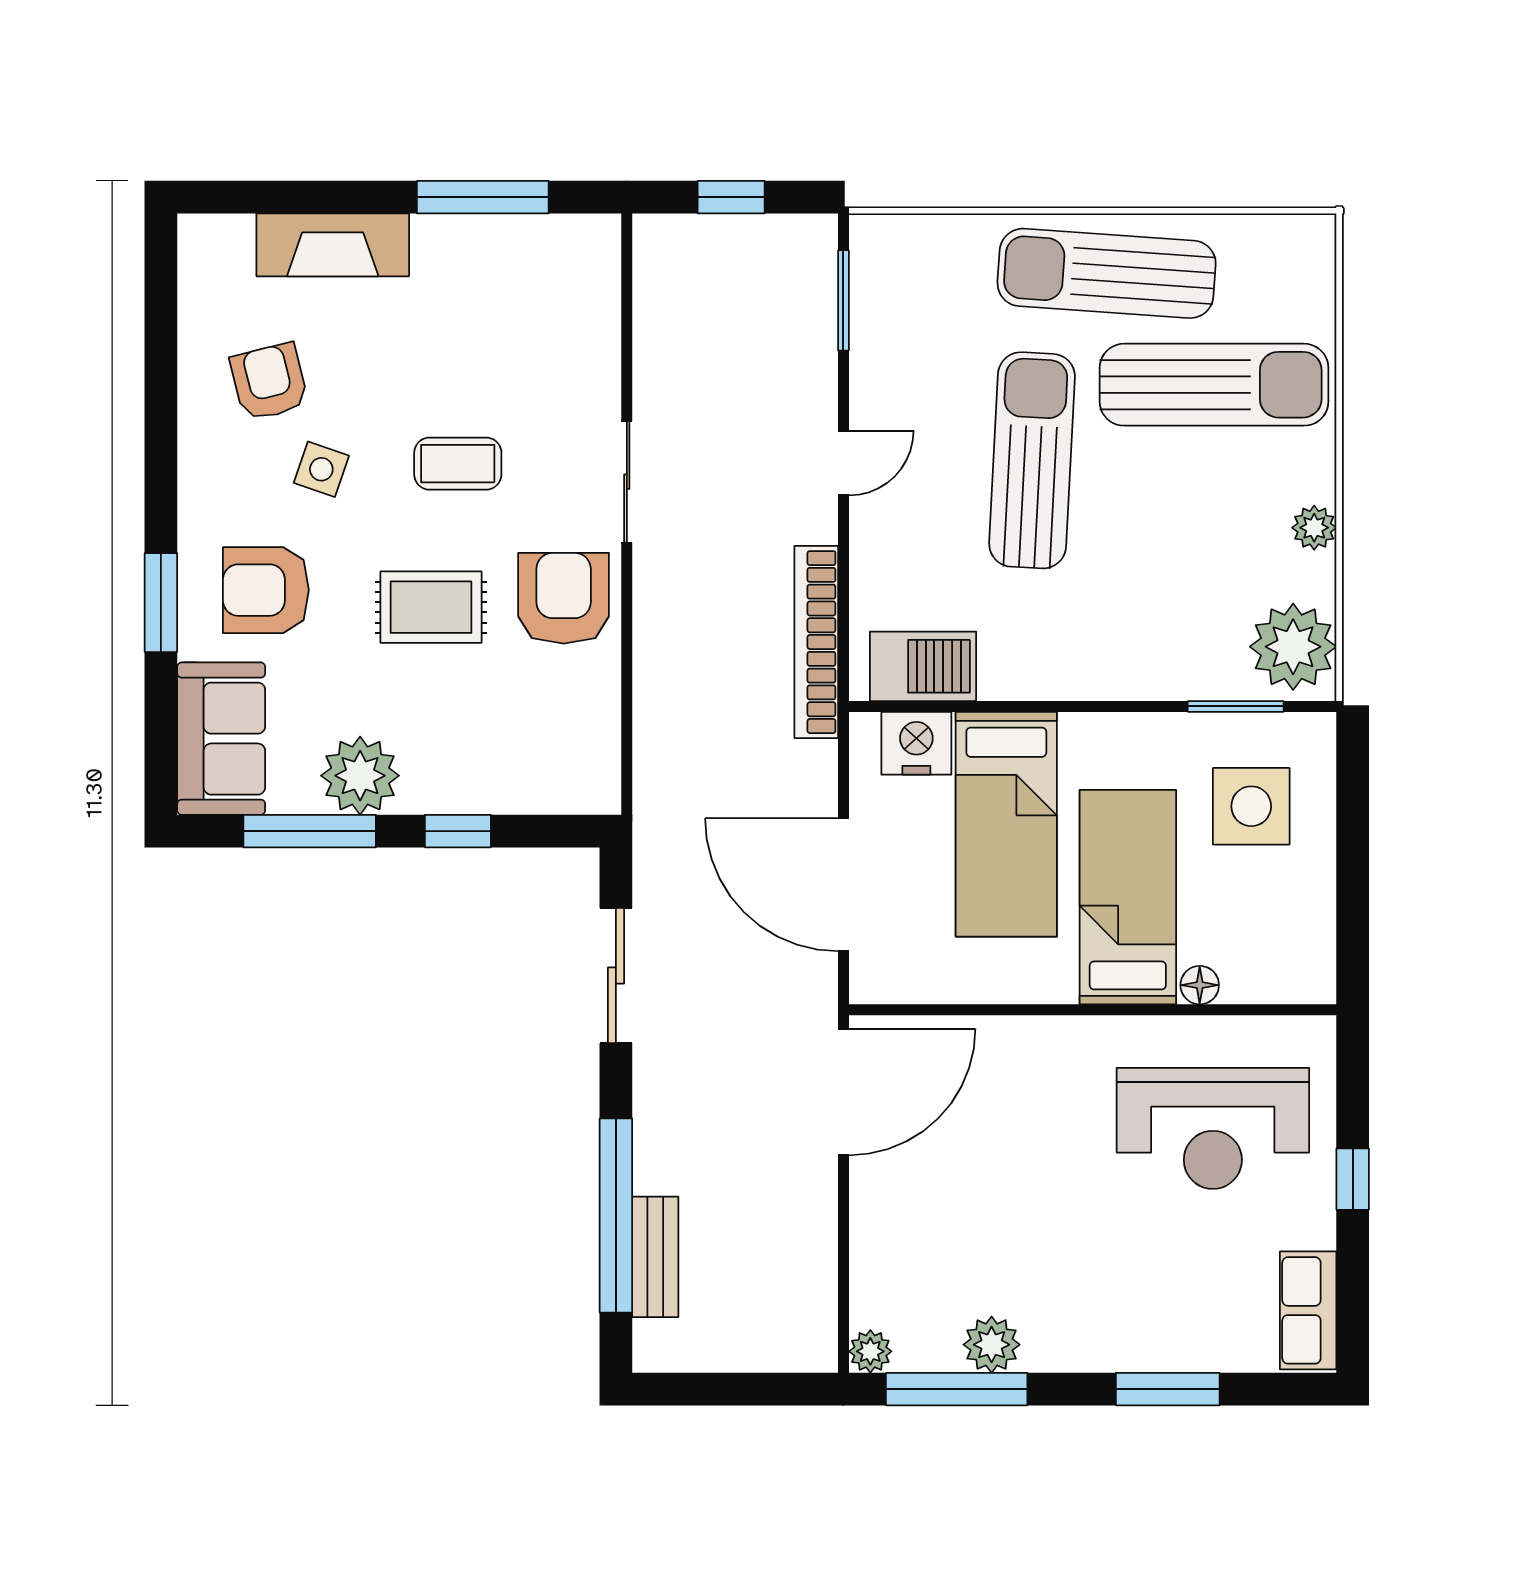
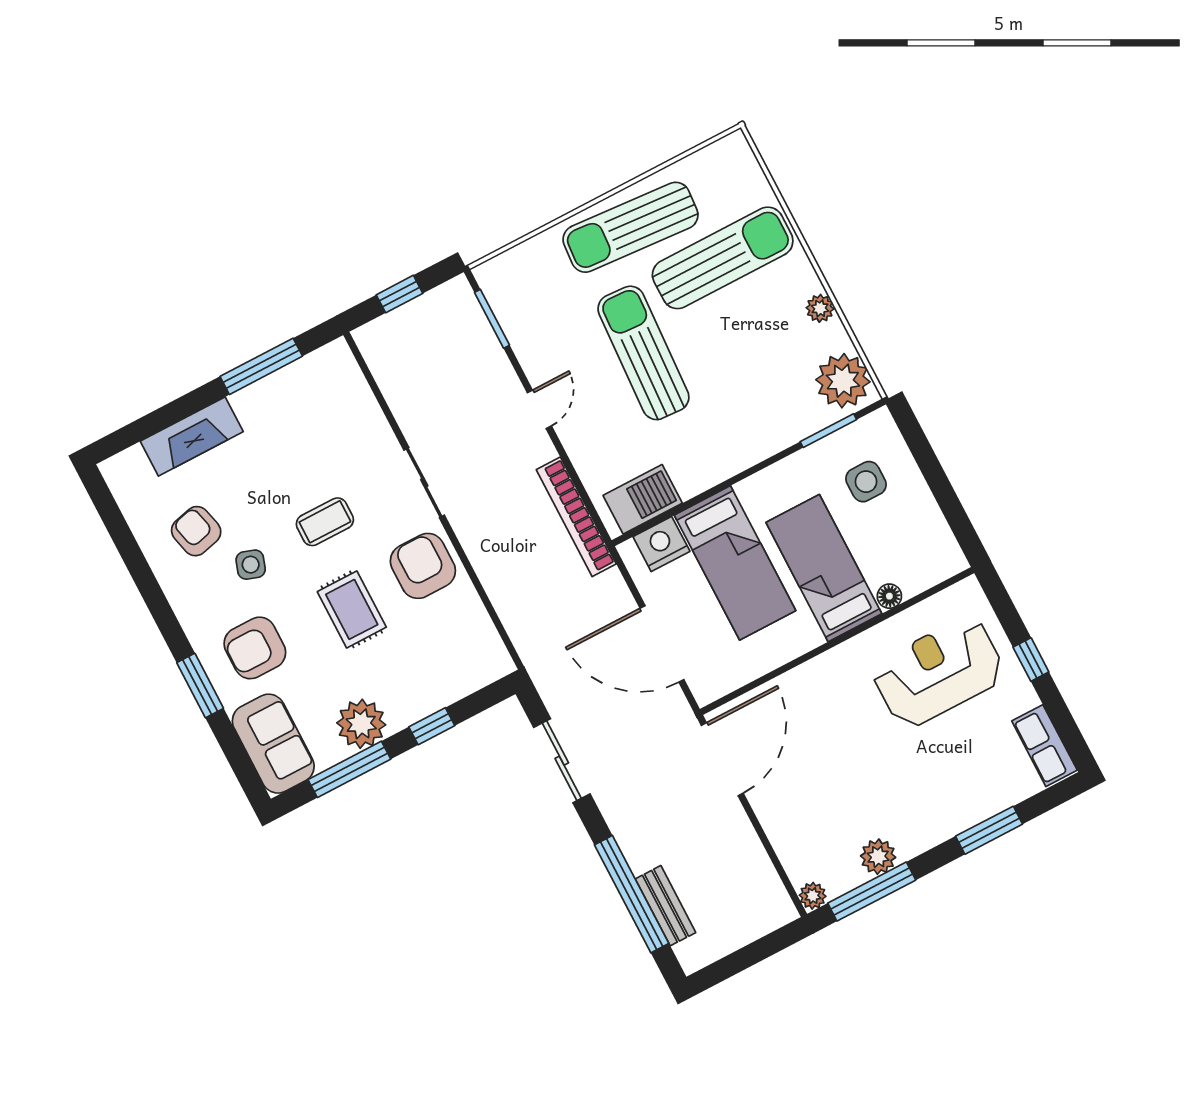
rug: (431, 607) -> (352, 609), turned 90
side table: (1251, 806) -> (866, 482), width x0.73, depth x0.73
reception desk: (1213, 1128) -> (938, 672), turned 180

